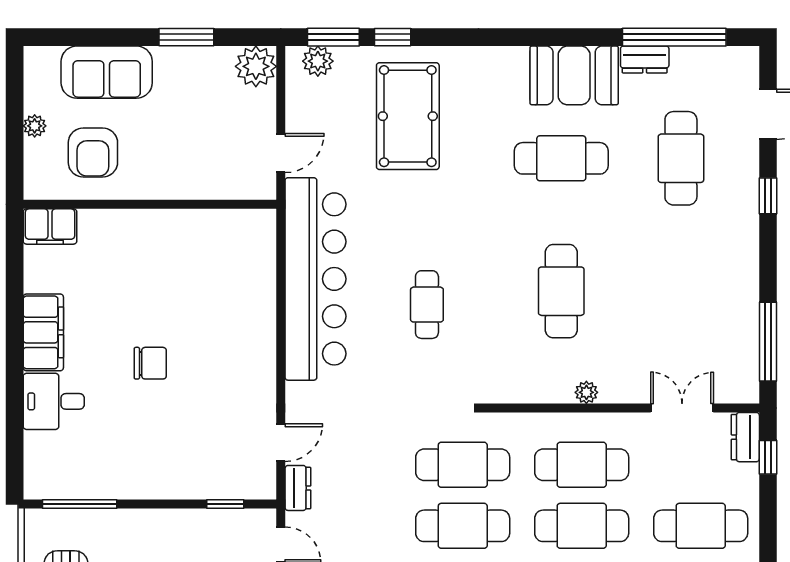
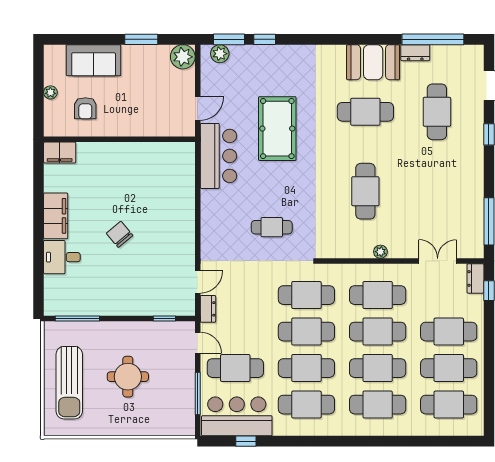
pool table: (408, 116) -> (277, 129), moved
armchair: (93, 153) -> (85, 108), width x0.72, depth x0.72
bar counter: (315, 279) -> (218, 156), width x0.54
cafe table: (427, 305) -> (272, 227), moved, turned 90
chair: (150, 363) -> (120, 234), turned -130

